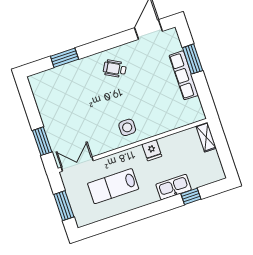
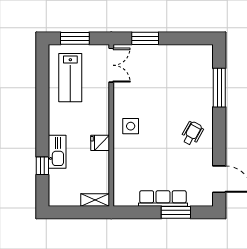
window: (64, 58) -> (219, 88), width x1.44
lab bench: (113, 186) -> (70, 78), moved, turned 180

